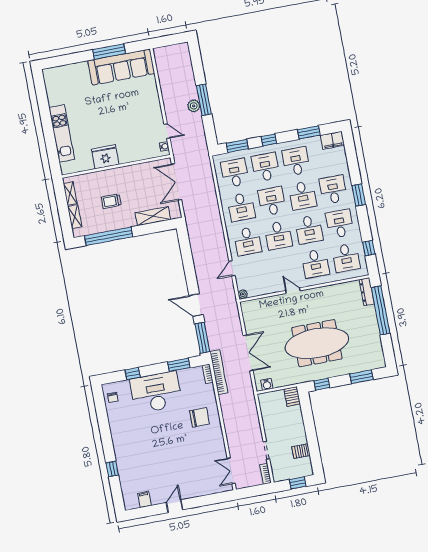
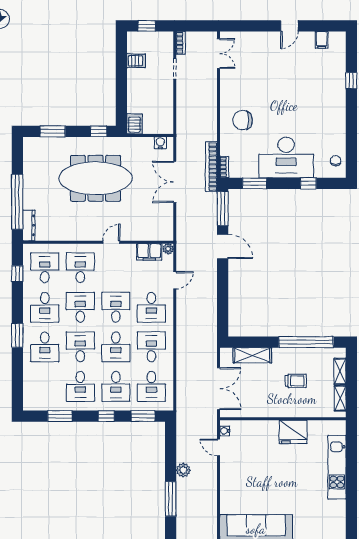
window: (204, 100) -> (171, 499), moved
filing cabinet: (332, 140) -> (149, 252), moved, turned 180
desk: (248, 241) -> (151, 307), turned 180
door: (293, 291) -> (111, 242), swing flipped

